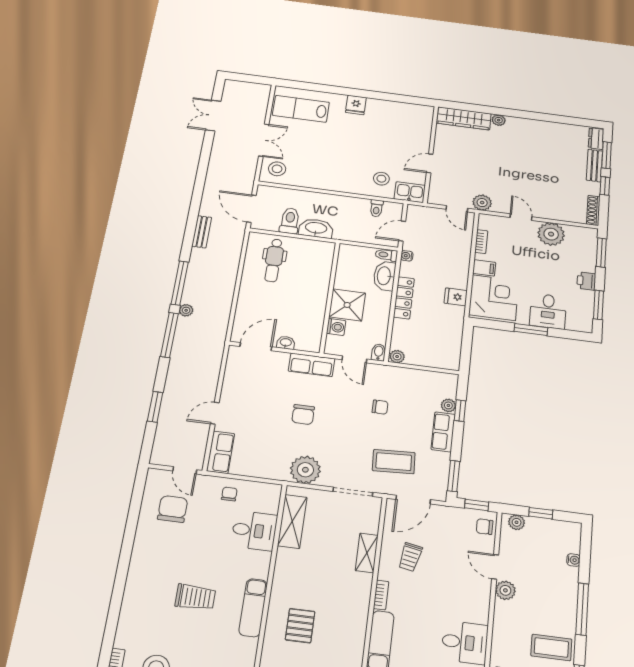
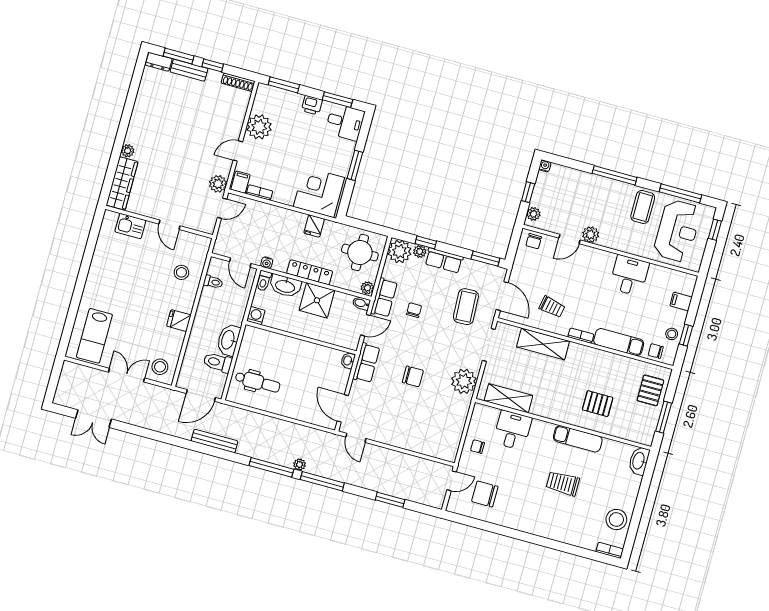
fridge: (356, 105) -> (179, 321), moved, turned 180
kitchen sink: (410, 192) -> (130, 226), moved, turned -90
bench: (202, 232) -> (215, 441), width x1.36
filing cabinet: (484, 268) -> (240, 182), moved
shower: (347, 305) -> (317, 300), moved
desk: (548, 311) -> (345, 122), moved
washing machine: (336, 327) -> (256, 316), moved
washbasin: (286, 343) -> (348, 361), moved
round table: (435, 345) -> (360, 252), added
plant: (444, 385) -> (400, 251), added
door: (215, 413) -> (356, 438), moved
row of seats: (221, 452) -> (384, 298), moved, turned 90
window: (477, 505) -> (514, 244), removed
shelving: (367, 553) -> (543, 344), width x1.50, depth x1.33
water cooler: (574, 560) -> (545, 166), moved
trolley: (195, 597) -> (563, 483), turned -90

